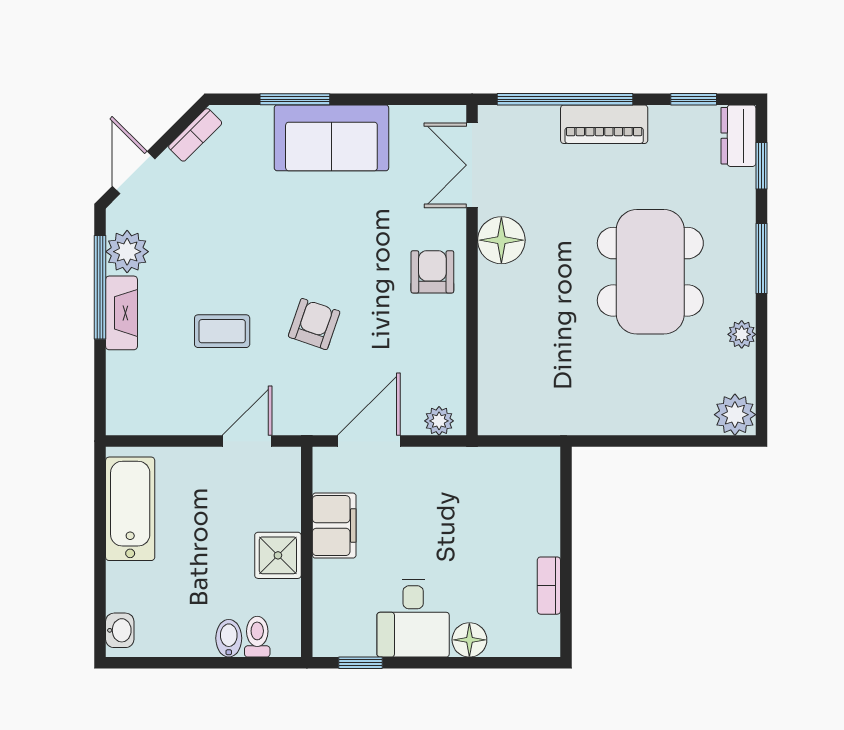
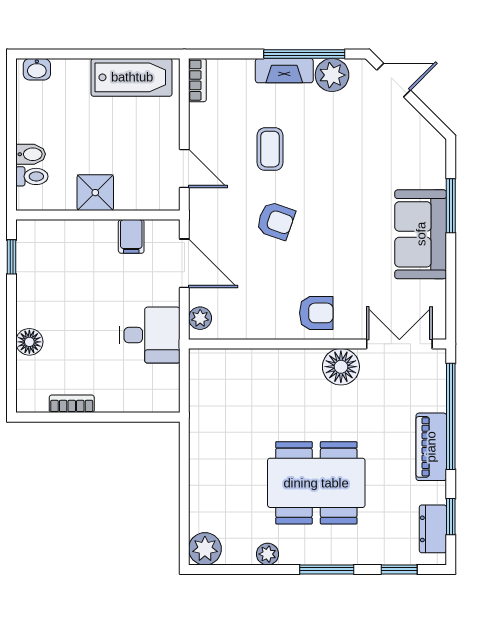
bookcase: (195, 135) -> (197, 80), moved, turned -135
dresser: (738, 136) -> (433, 529), moved, turned -90
filing cabinet: (334, 526) -> (131, 236), width x0.50
desk: (413, 618) -> (150, 335), moved, turned 180

